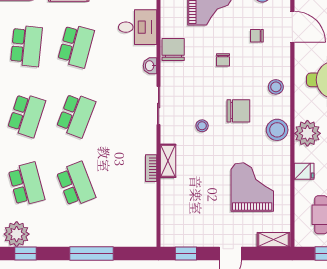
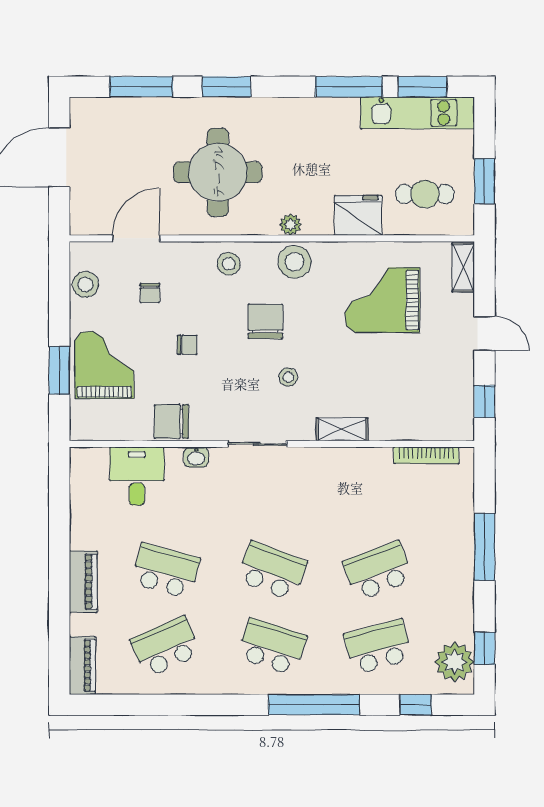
school desk: (26, 46) -> (166, 647), turned -30
plant: (307, 133) -> (291, 225), width x0.53, depth x0.53
bookcase: (151, 168) -> (426, 455), moved, width x1.56
fridge: (304, 171) -> (358, 215), width x1.88, depth x1.34

